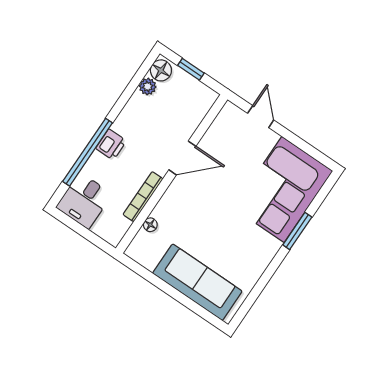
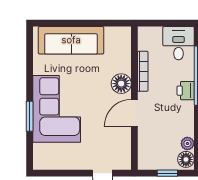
corner sofa: (283, 189) -> (57, 109), moved
floor lamp: (150, 225) -> (121, 84), moved, width x1.89, depth x1.89

